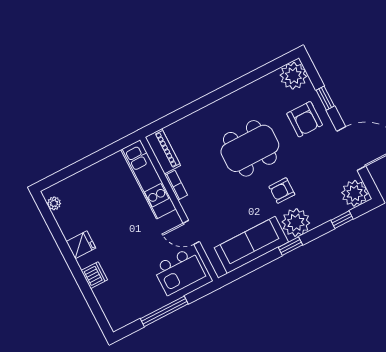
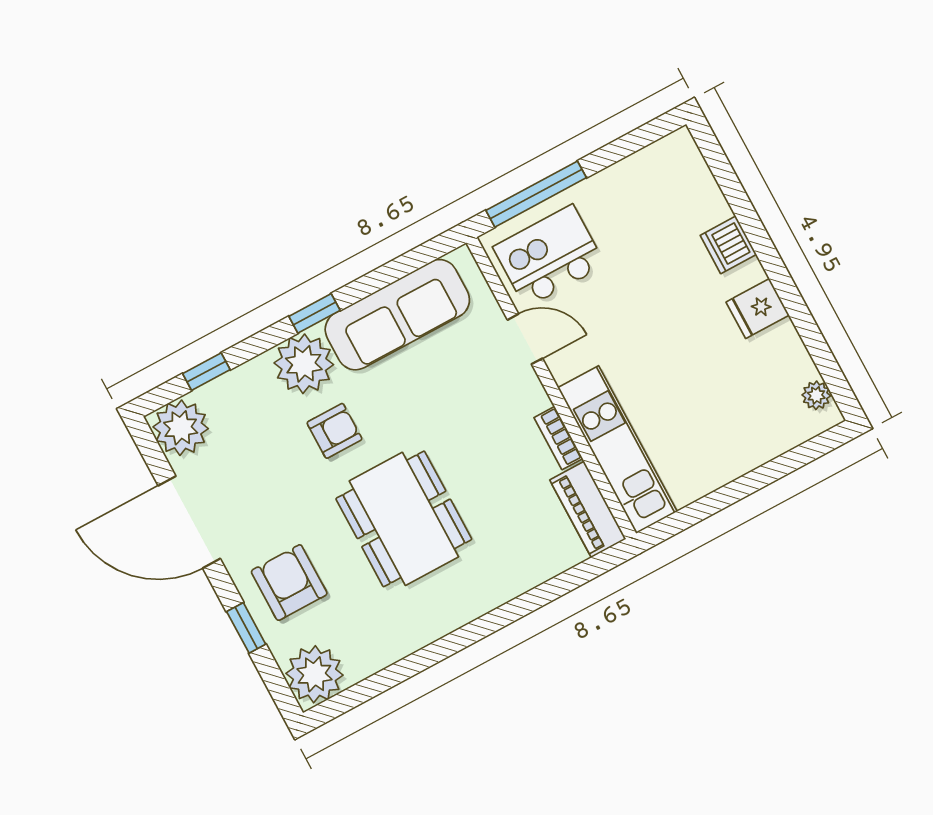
dining table: (250, 148) -> (404, 519), turned 90
window: (164, 311) -> (536, 194), moved

